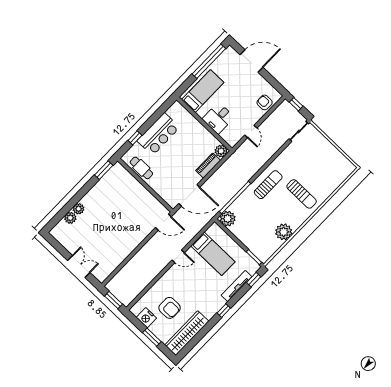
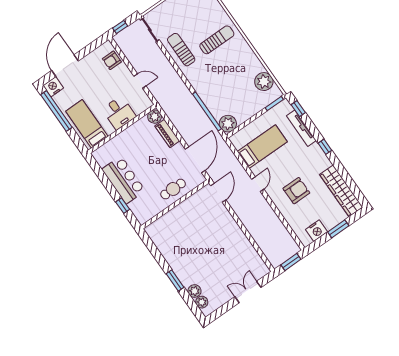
nightstand: (230, 54) -> (53, 87), added
cafe table: (141, 168) -> (173, 189), moved
window: (104, 170) -> (175, 280), moved
sun lounger: (268, 185) -> (181, 50), moved
plant: (79, 209) -> (202, 302), moved
plant: (284, 232) -> (264, 82), moved
armchair: (170, 308) -> (296, 191), moved

